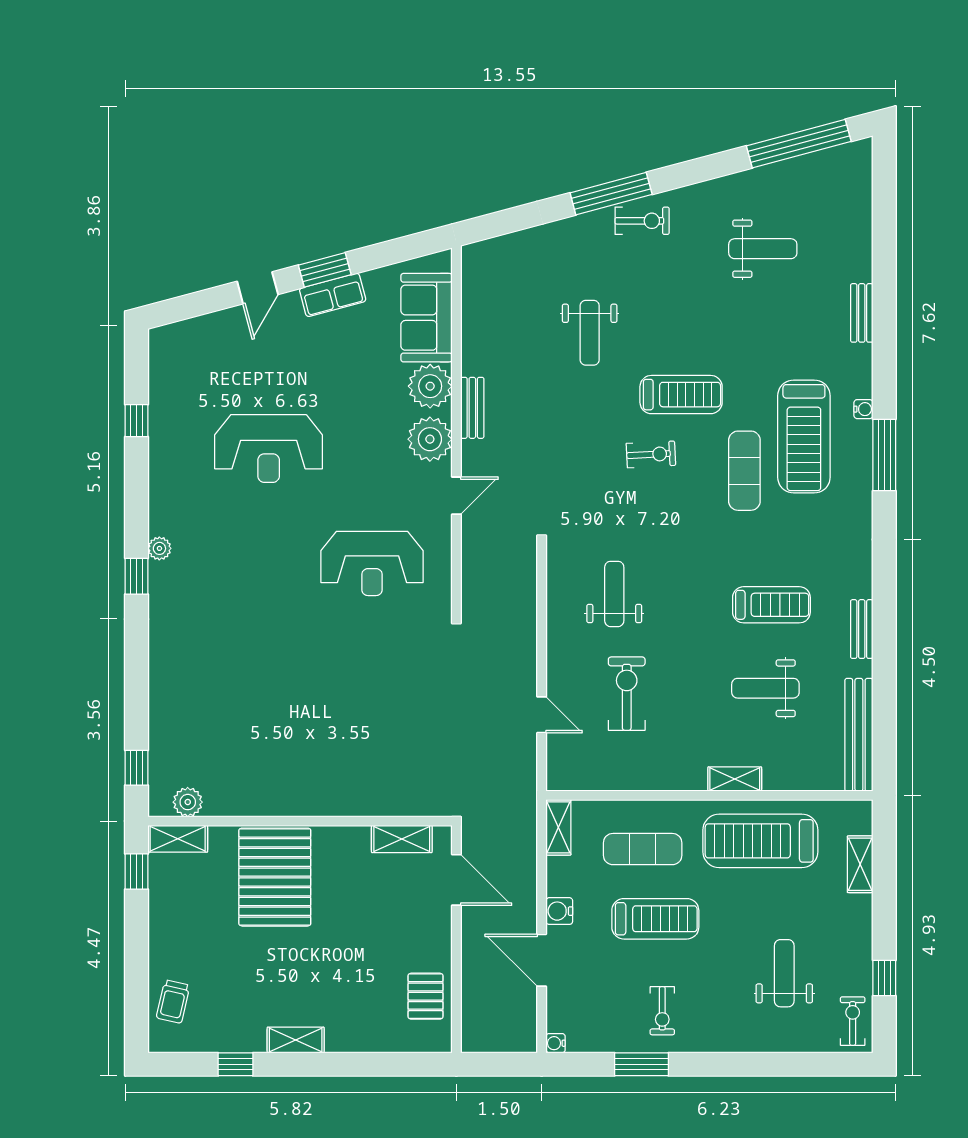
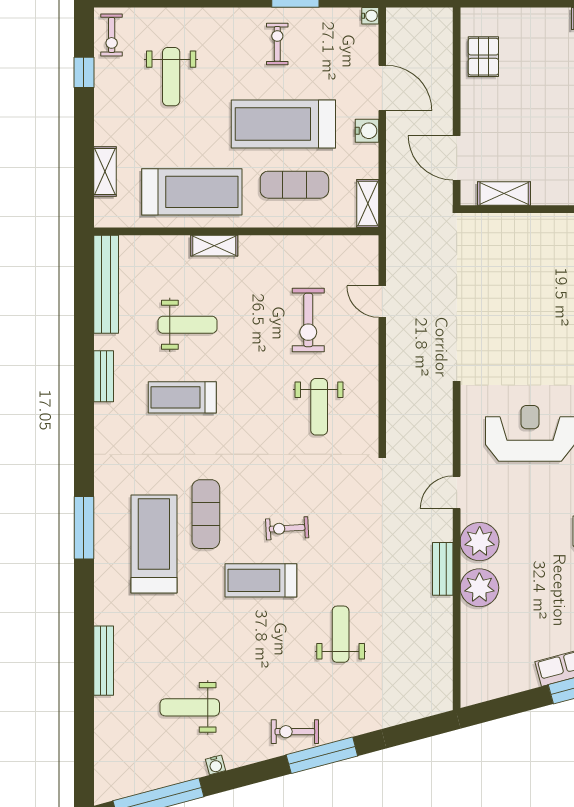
bench: (862, 313) -> (104, 661), width x1.36
sofa: (427, 318) -> (483, 647), removed
water cooler: (863, 409) -> (215, 765), moved, turned -105
treadmill: (655, 919) -> (283, 124), width x1.37, depth x1.38

